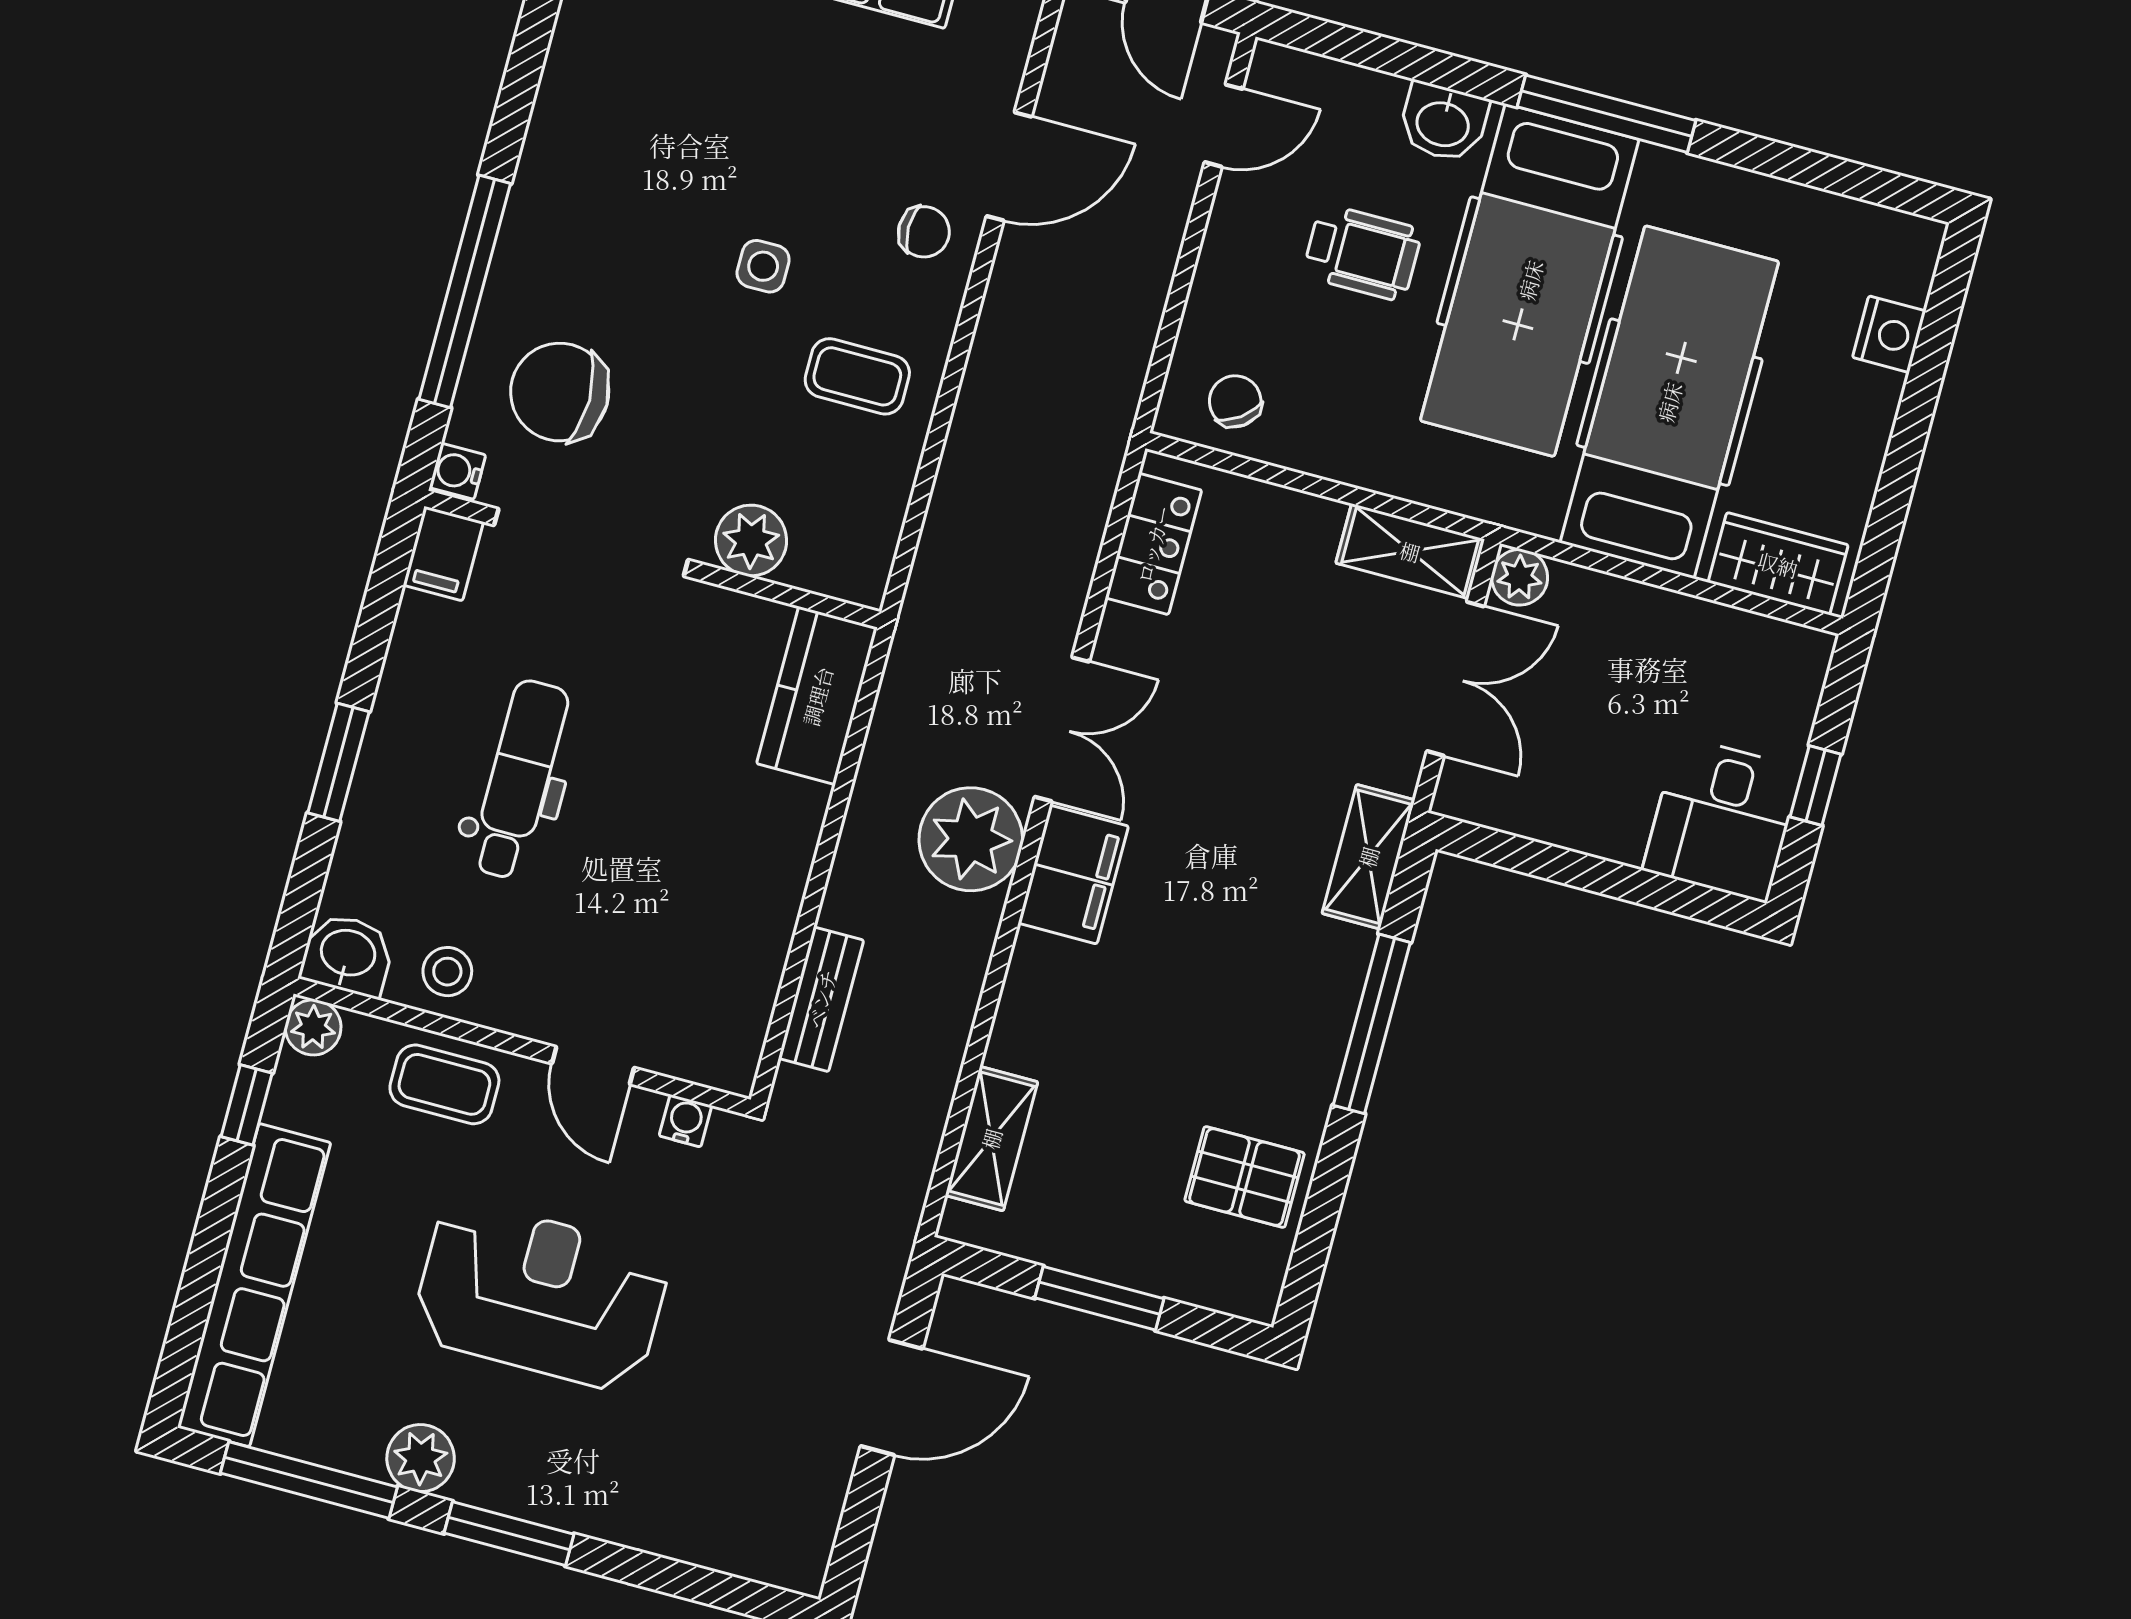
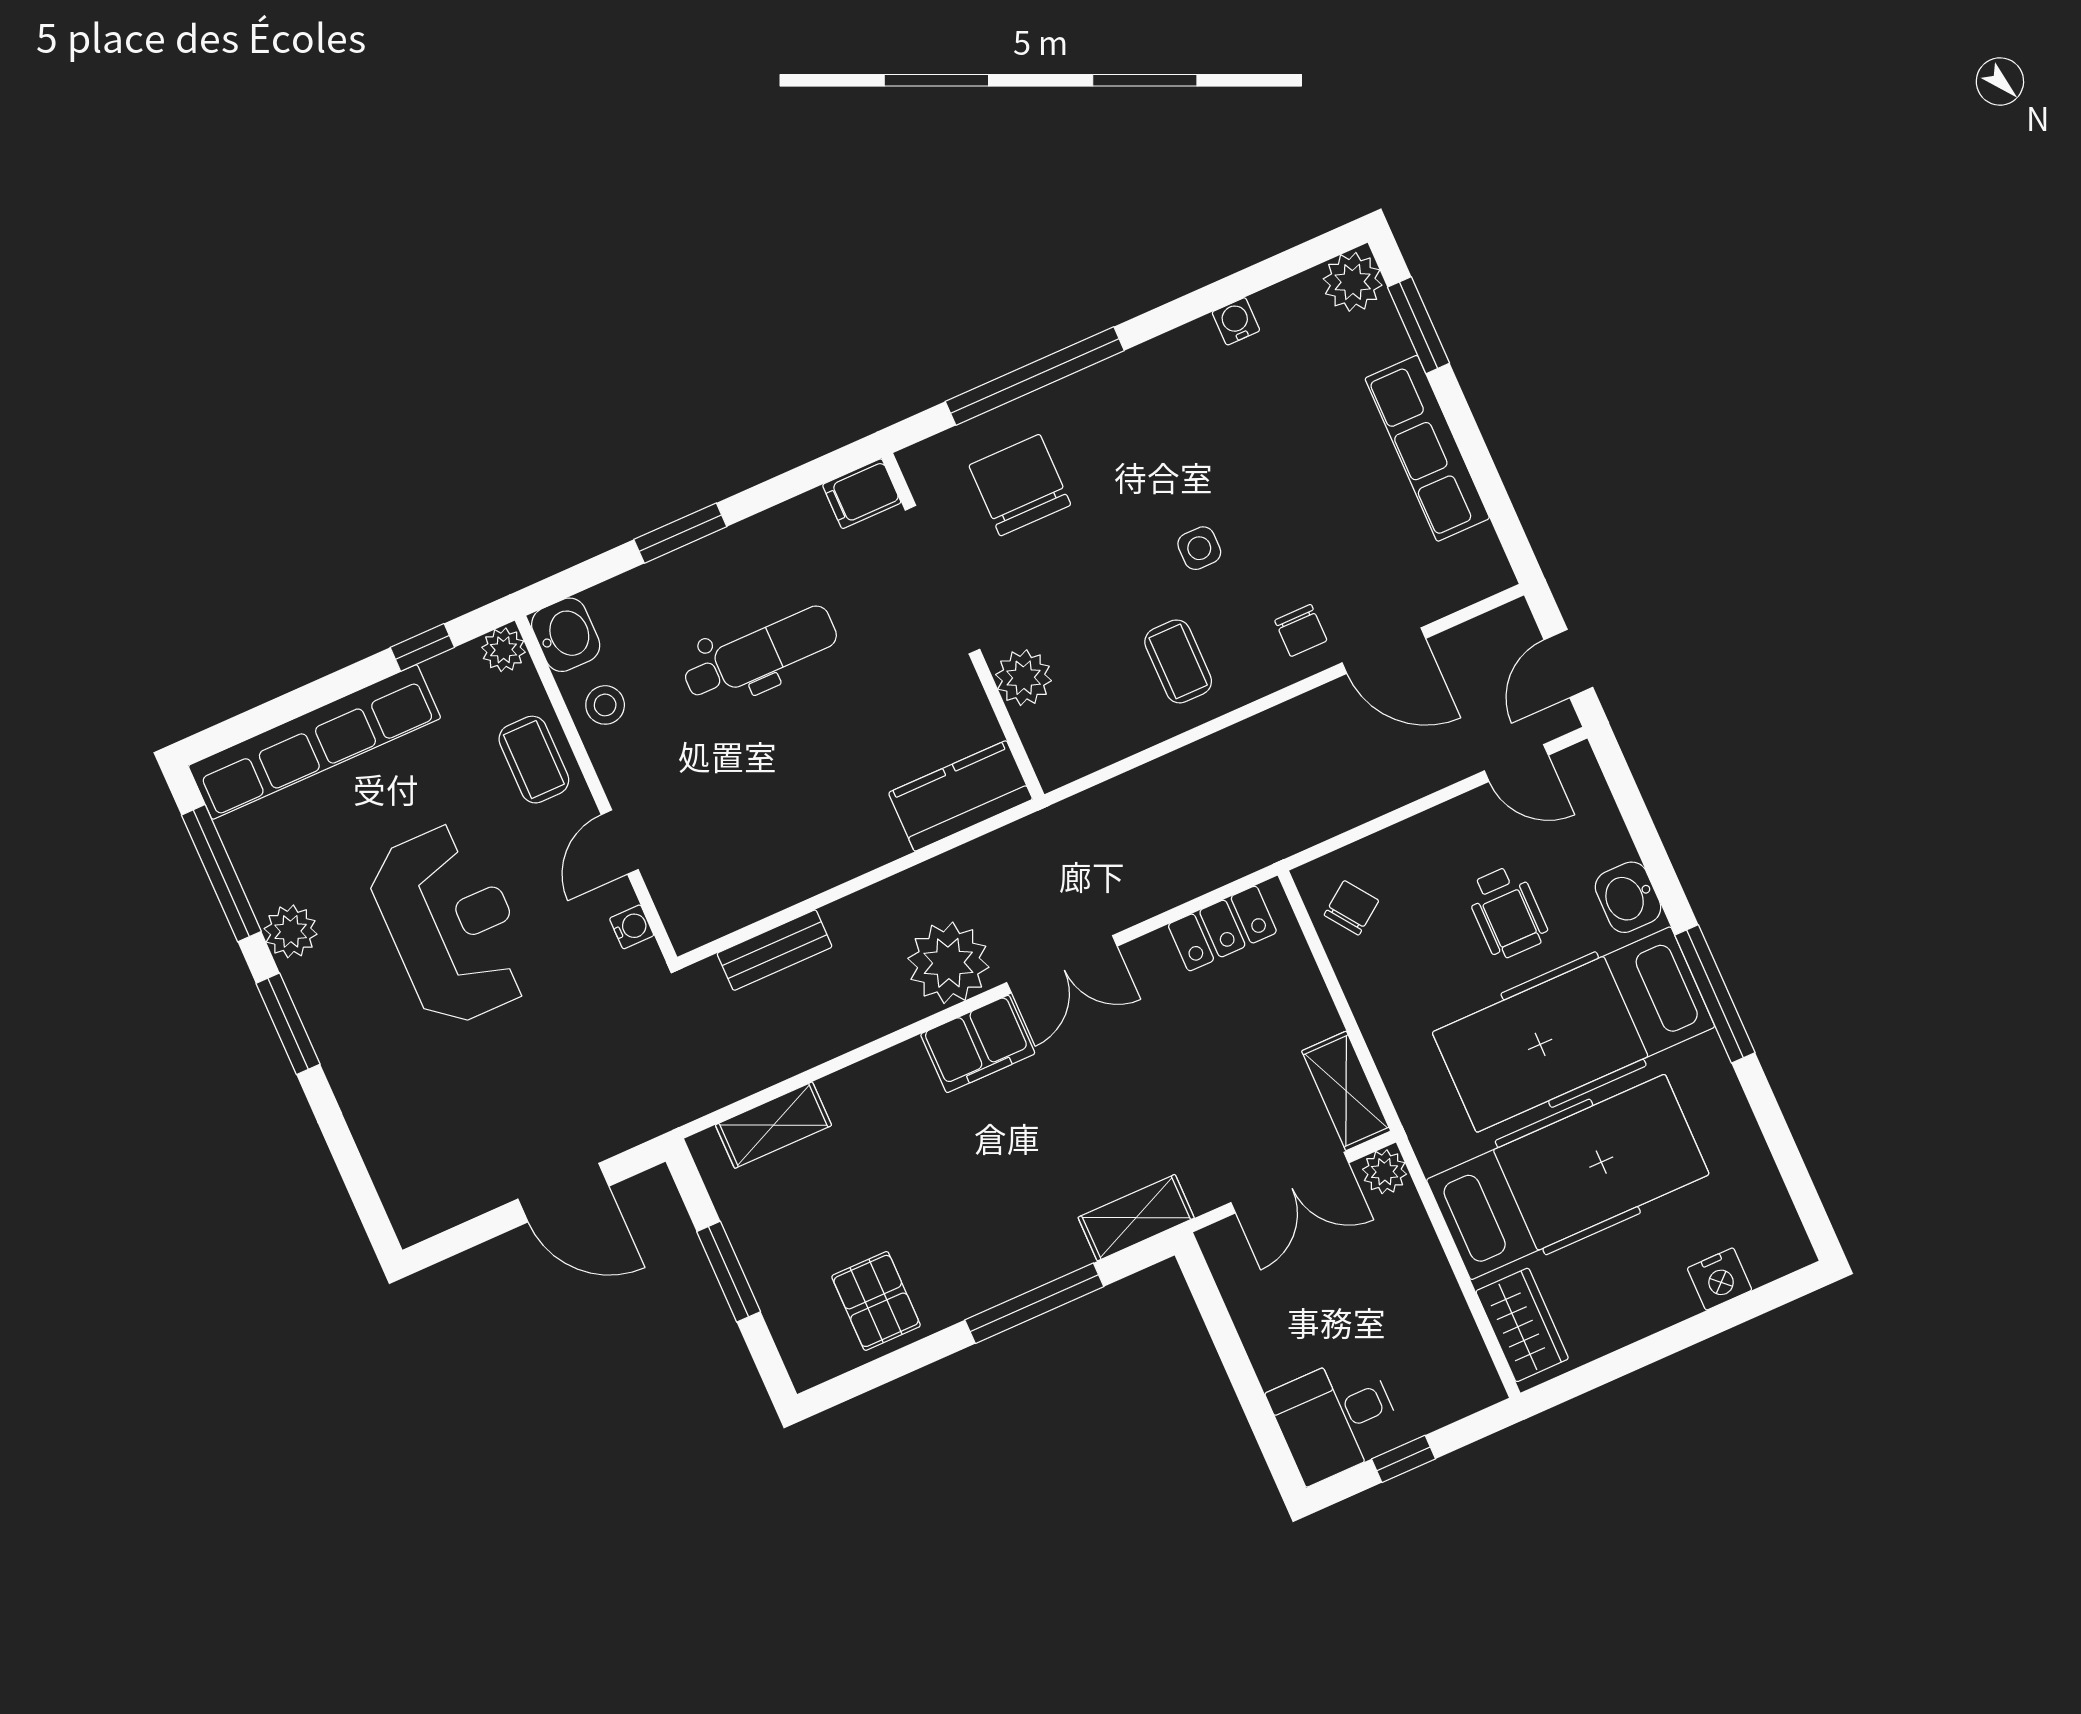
water cooler: (457, 471) -> (1236, 321), moved

